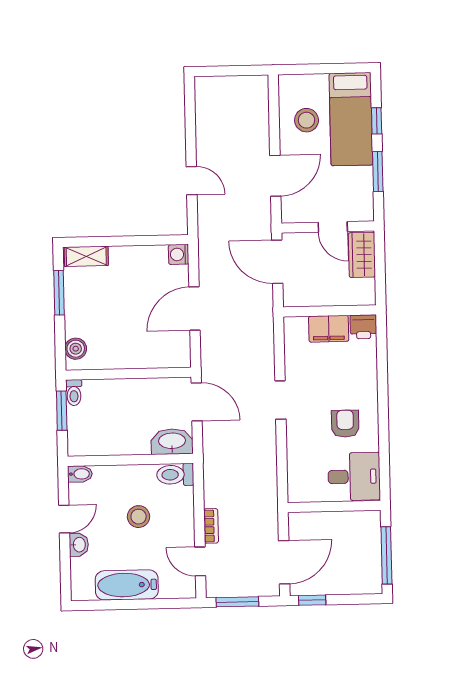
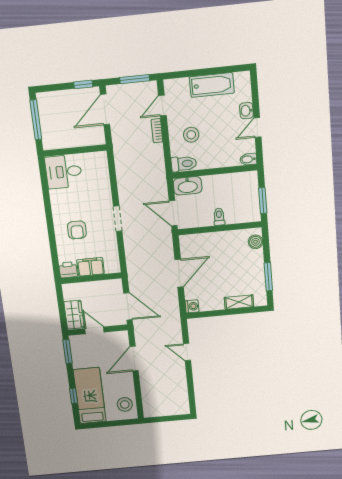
stool: (307, 120) -> (125, 404), moved
window: (378, 172) -> (68, 351), moved
shelving: (86, 256) -> (239, 302), moved
toilet: (74, 393) -> (219, 217), moved
armchair: (345, 424) -> (77, 230), moved
stool: (139, 517) -> (191, 135), moved
door: (200, 561) -> (162, 106), swing flipped

